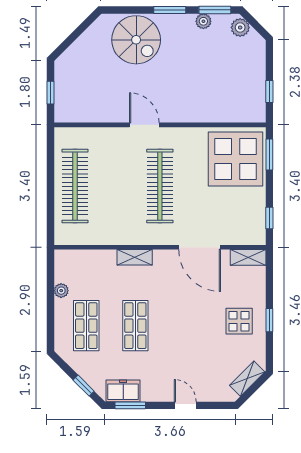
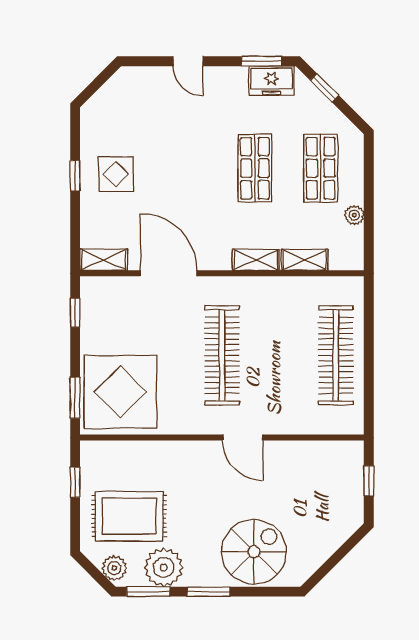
plant: (203, 21) -> (164, 567), width x1.88, depth x1.88
spiral stairs: (136, 40) -> (254, 552), turned 90
rug: (229, 66) -> (129, 516), added
shelving: (247, 379) -> (305, 260), moved, turned 45

